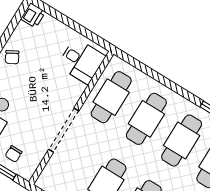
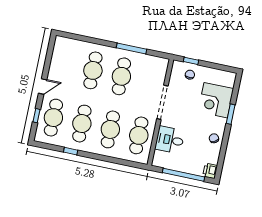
window: (70, 23) -> (184, 175), added
desk: (81, 61) -> (170, 140), moved

